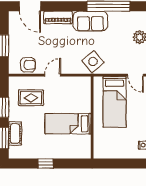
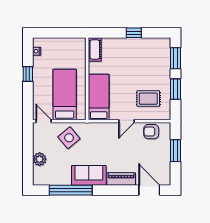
side table: (93, 62) -> (69, 138), moved
bed: (68, 124) -> (99, 97), moved, turned -90
cot: (15, 134) -> (95, 49), moved

